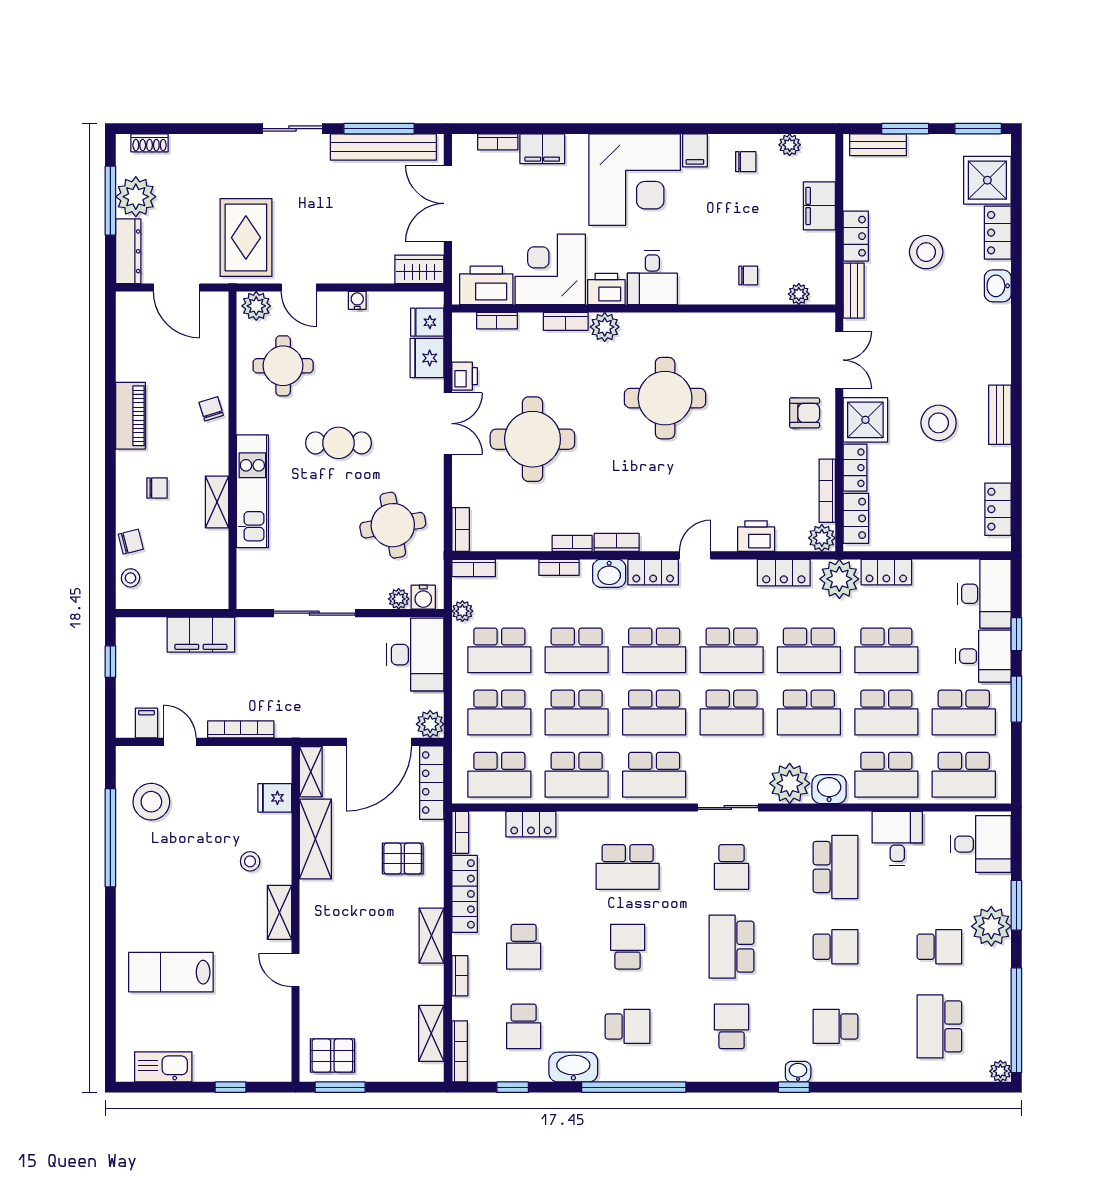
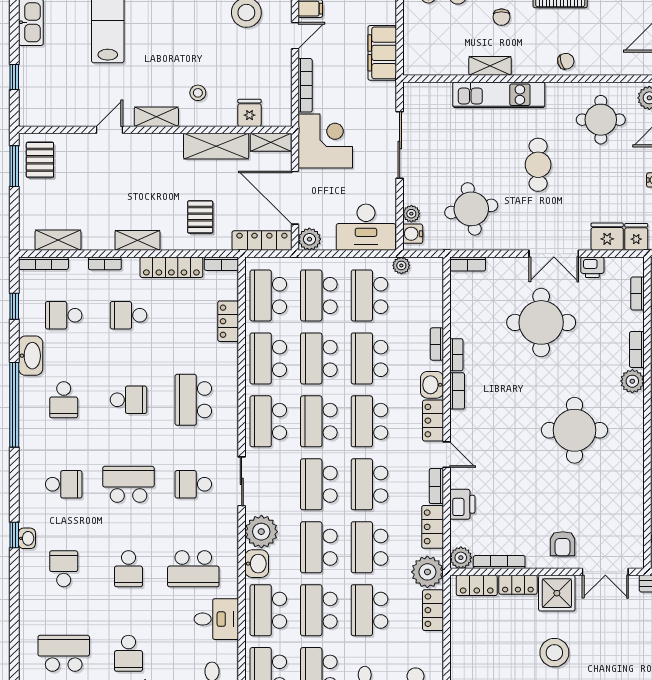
bookcase: (474, 568) -> (436, 486), moved
corner desk: (309, 705) -> (325, 141), added

